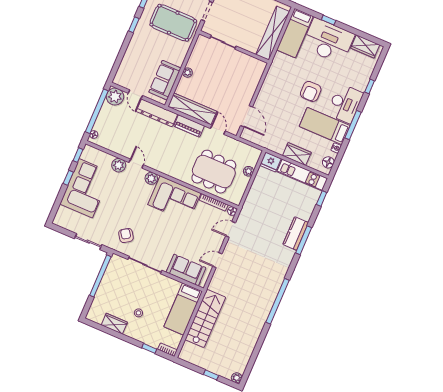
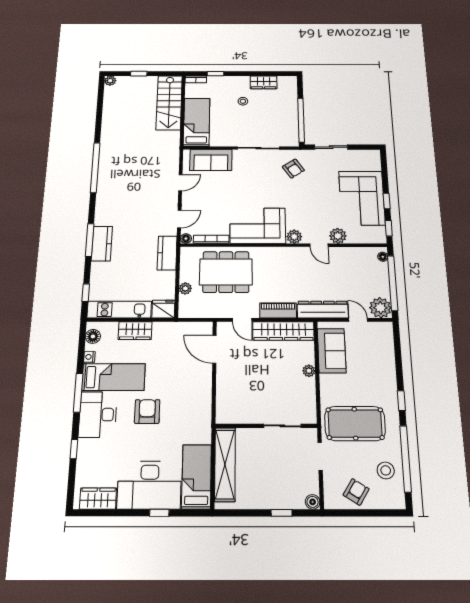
kitchen counter: (251, 205) -> (167, 253), added
stairs: (205, 318) -> (169, 103), moved

